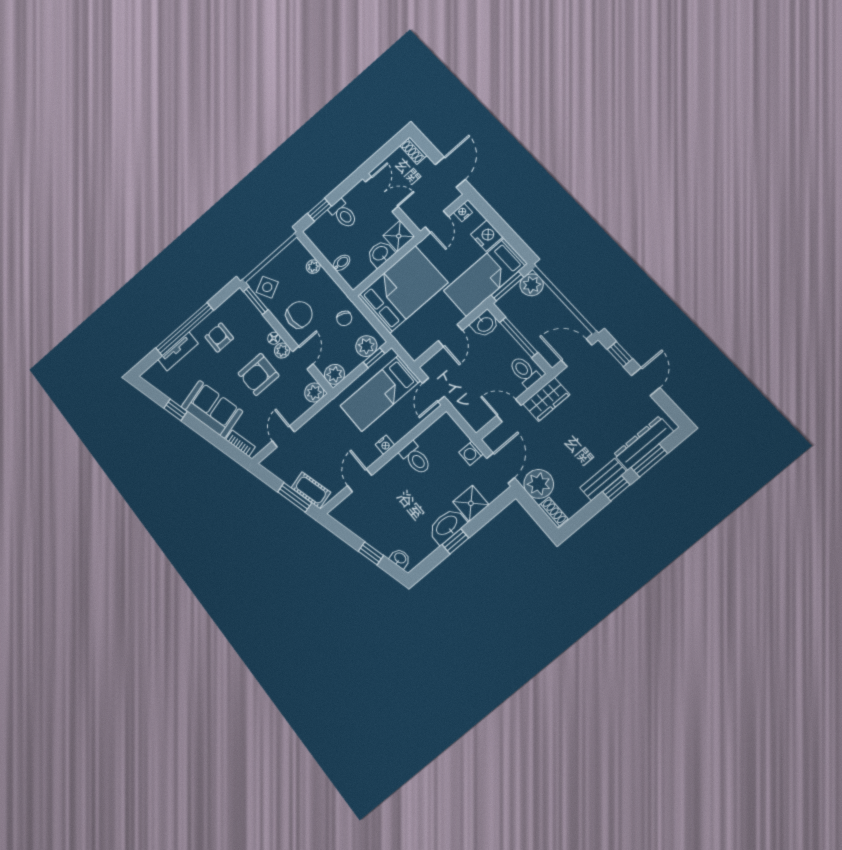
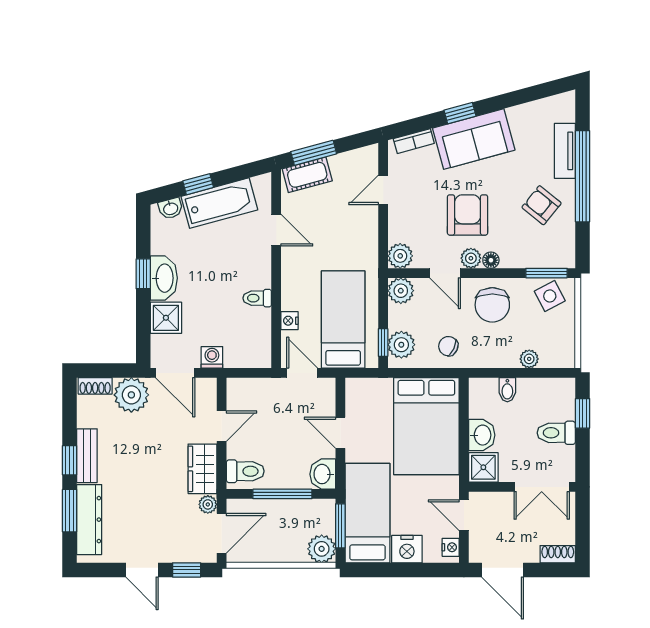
armchair: (219, 337) -> (542, 205), turned -141
plant: (566, 377) -> (208, 504), added
window: (176, 410) -> (460, 113), moved
door: (283, 436) -> (383, 190), swing flipped
nightstand: (385, 445) -> (289, 321), moved
toilet: (415, 458) -> (257, 298), width x0.73, depth x0.72
bathtub: (372, 530) -> (219, 203), added

